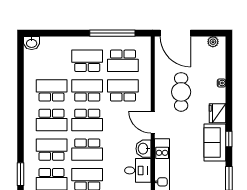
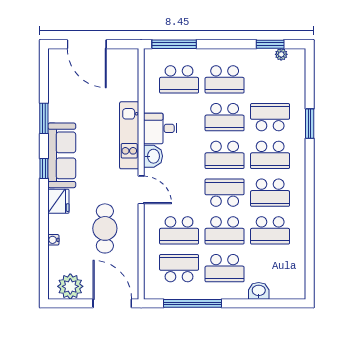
plant: (213, 42) -> (70, 286), width x1.88, depth x1.88
washbasin: (32, 43) -> (259, 291), moved
school desk: (52, 120) -> (270, 193), turned 180
sofa: (215, 143) -> (62, 155), width x1.36
school desk: (87, 150) -> (225, 155), turned 180

